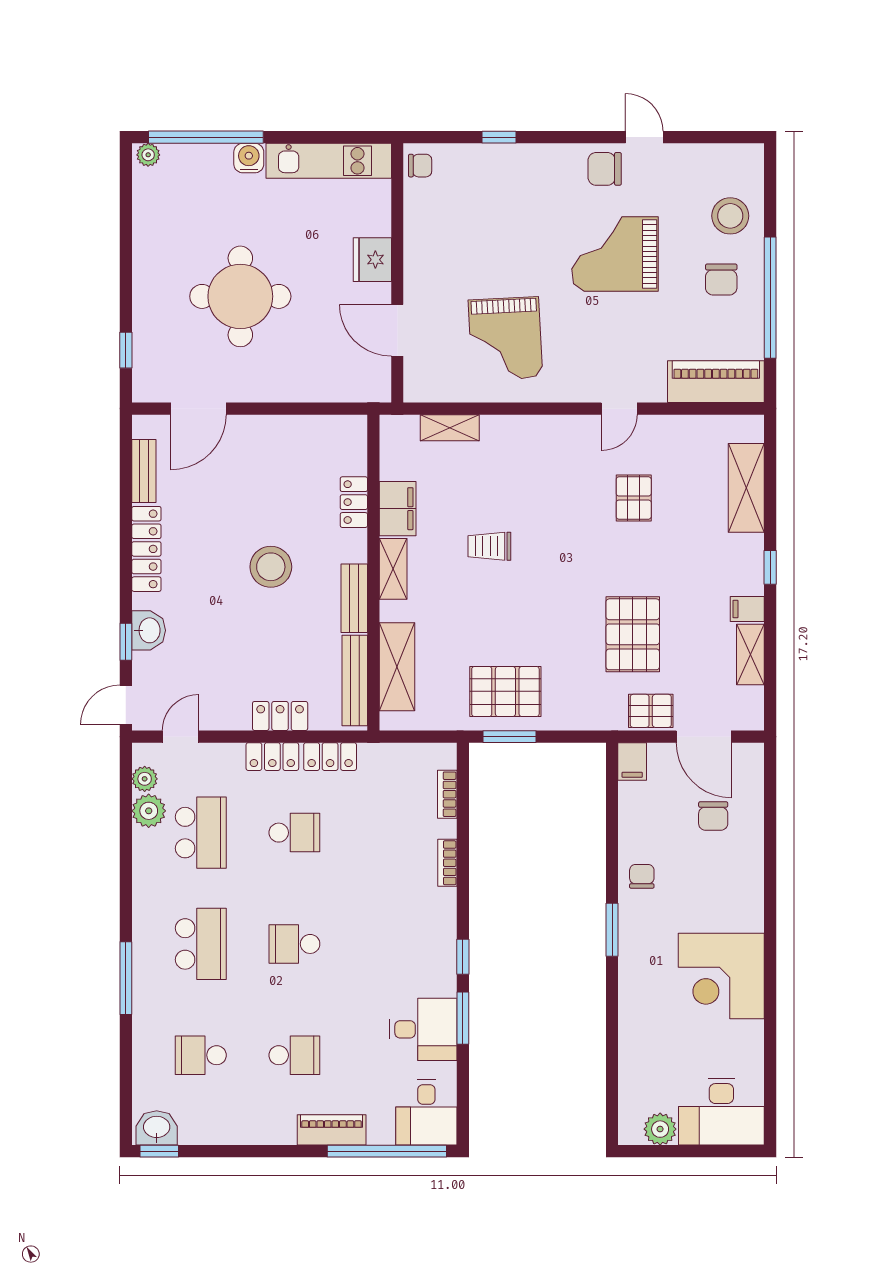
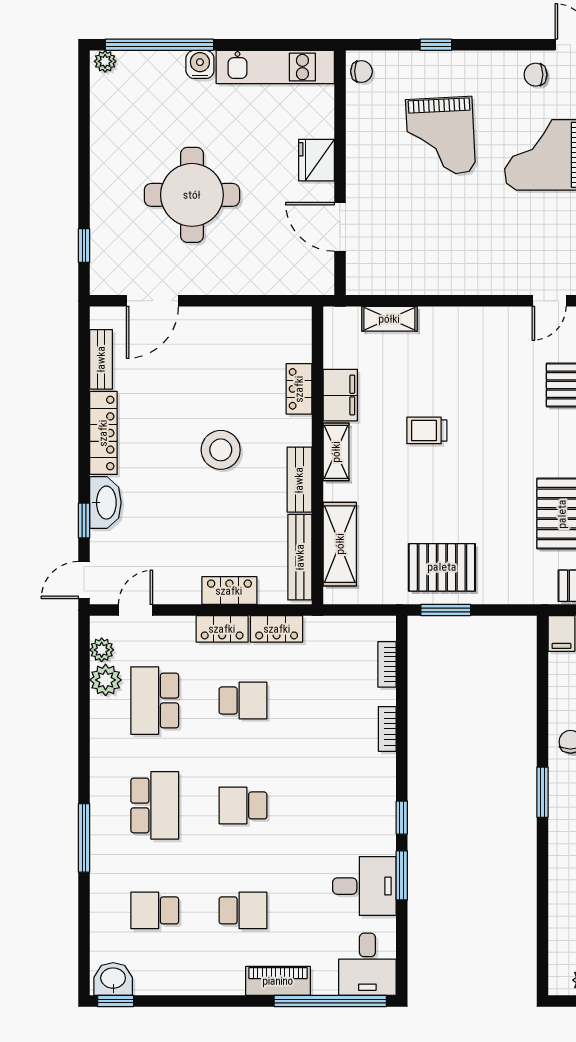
chair: (605, 169) -> (536, 75), width x0.73, depth x0.73
grand piano: (505, 339) -> (441, 136), moved
washbasin: (149, 630) -> (105, 503), width x1.38
school desk: (201, 833) -> (155, 701), turned 180

